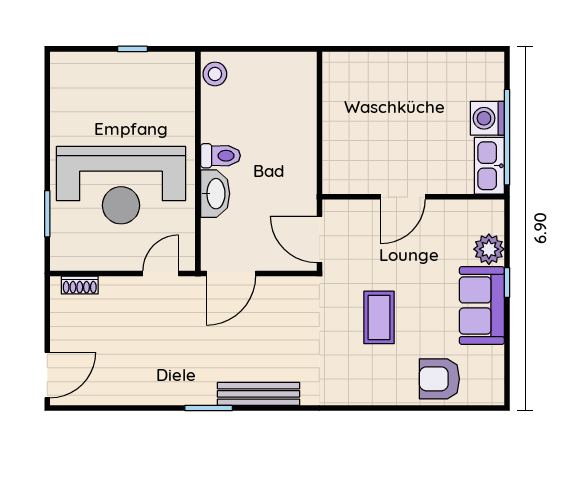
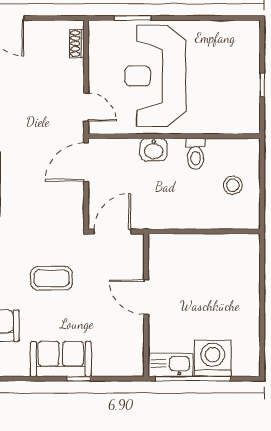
stool: (215, 74) -> (233, 185), moved
washing machine: (487, 118) -> (213, 358), width x1.37, depth x1.37
toilet: (220, 156) -> (196, 154), moved
washbasin: (215, 194) -> (154, 150), width x0.72
plant: (489, 249) -> (105, 365), removed
door: (231, 273) -> (86, 162), hinge flipped

